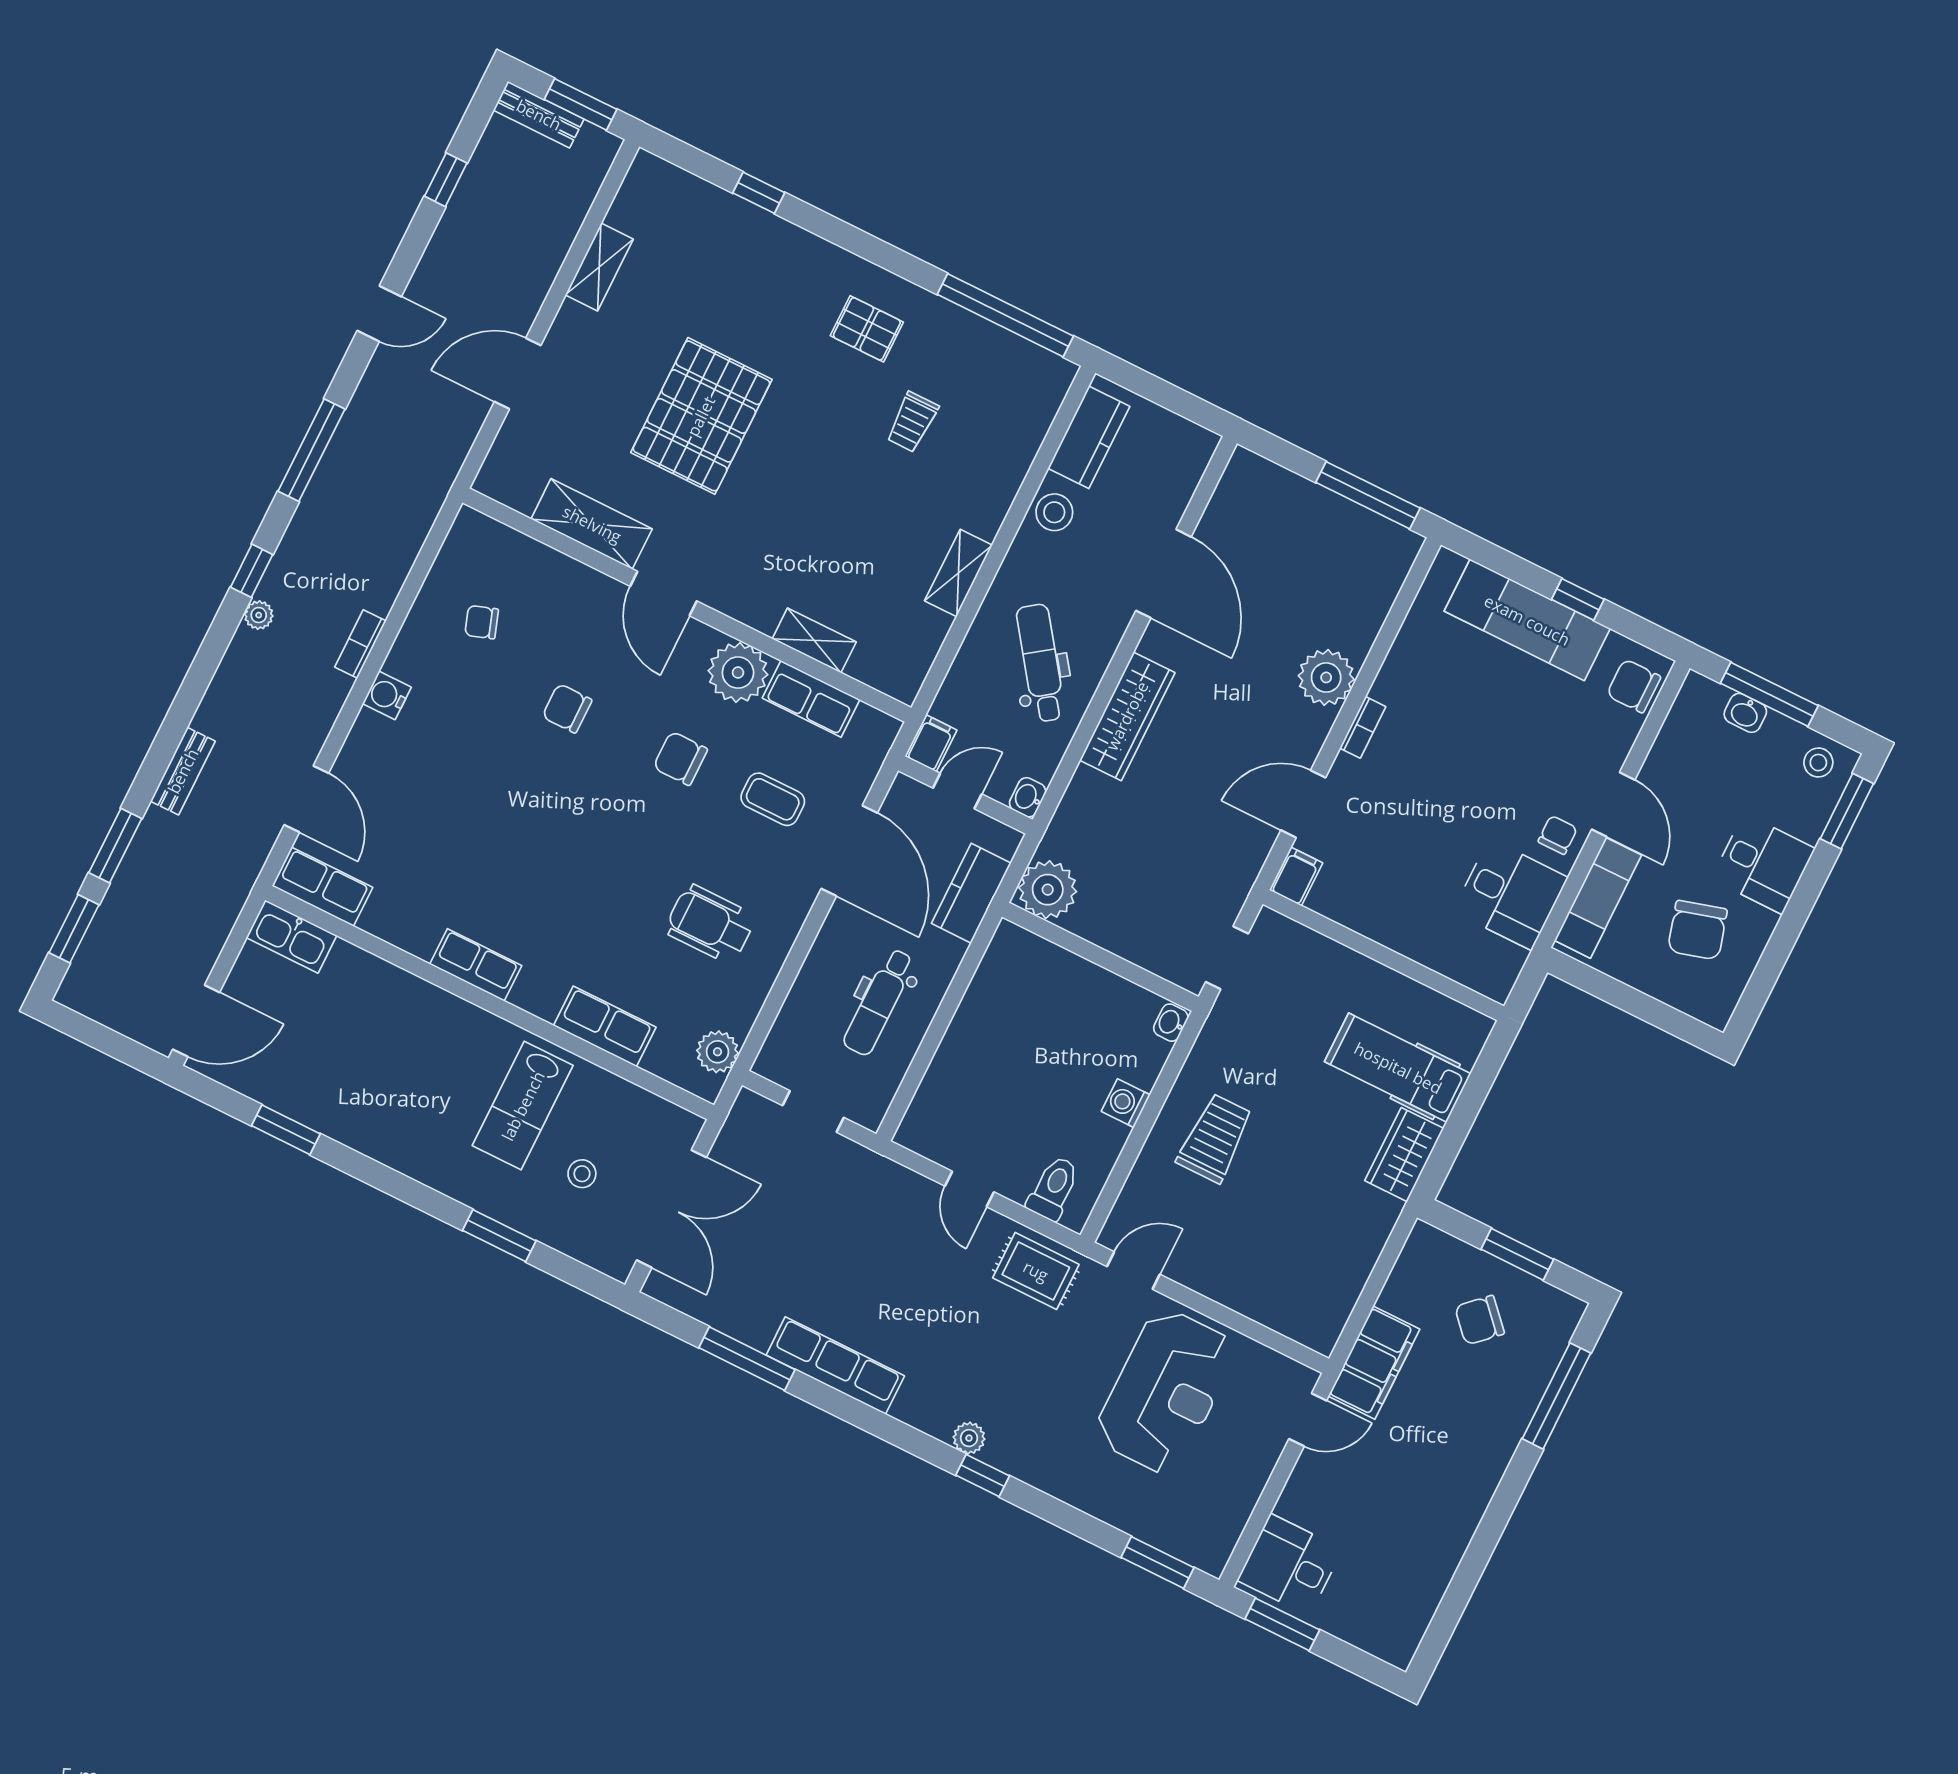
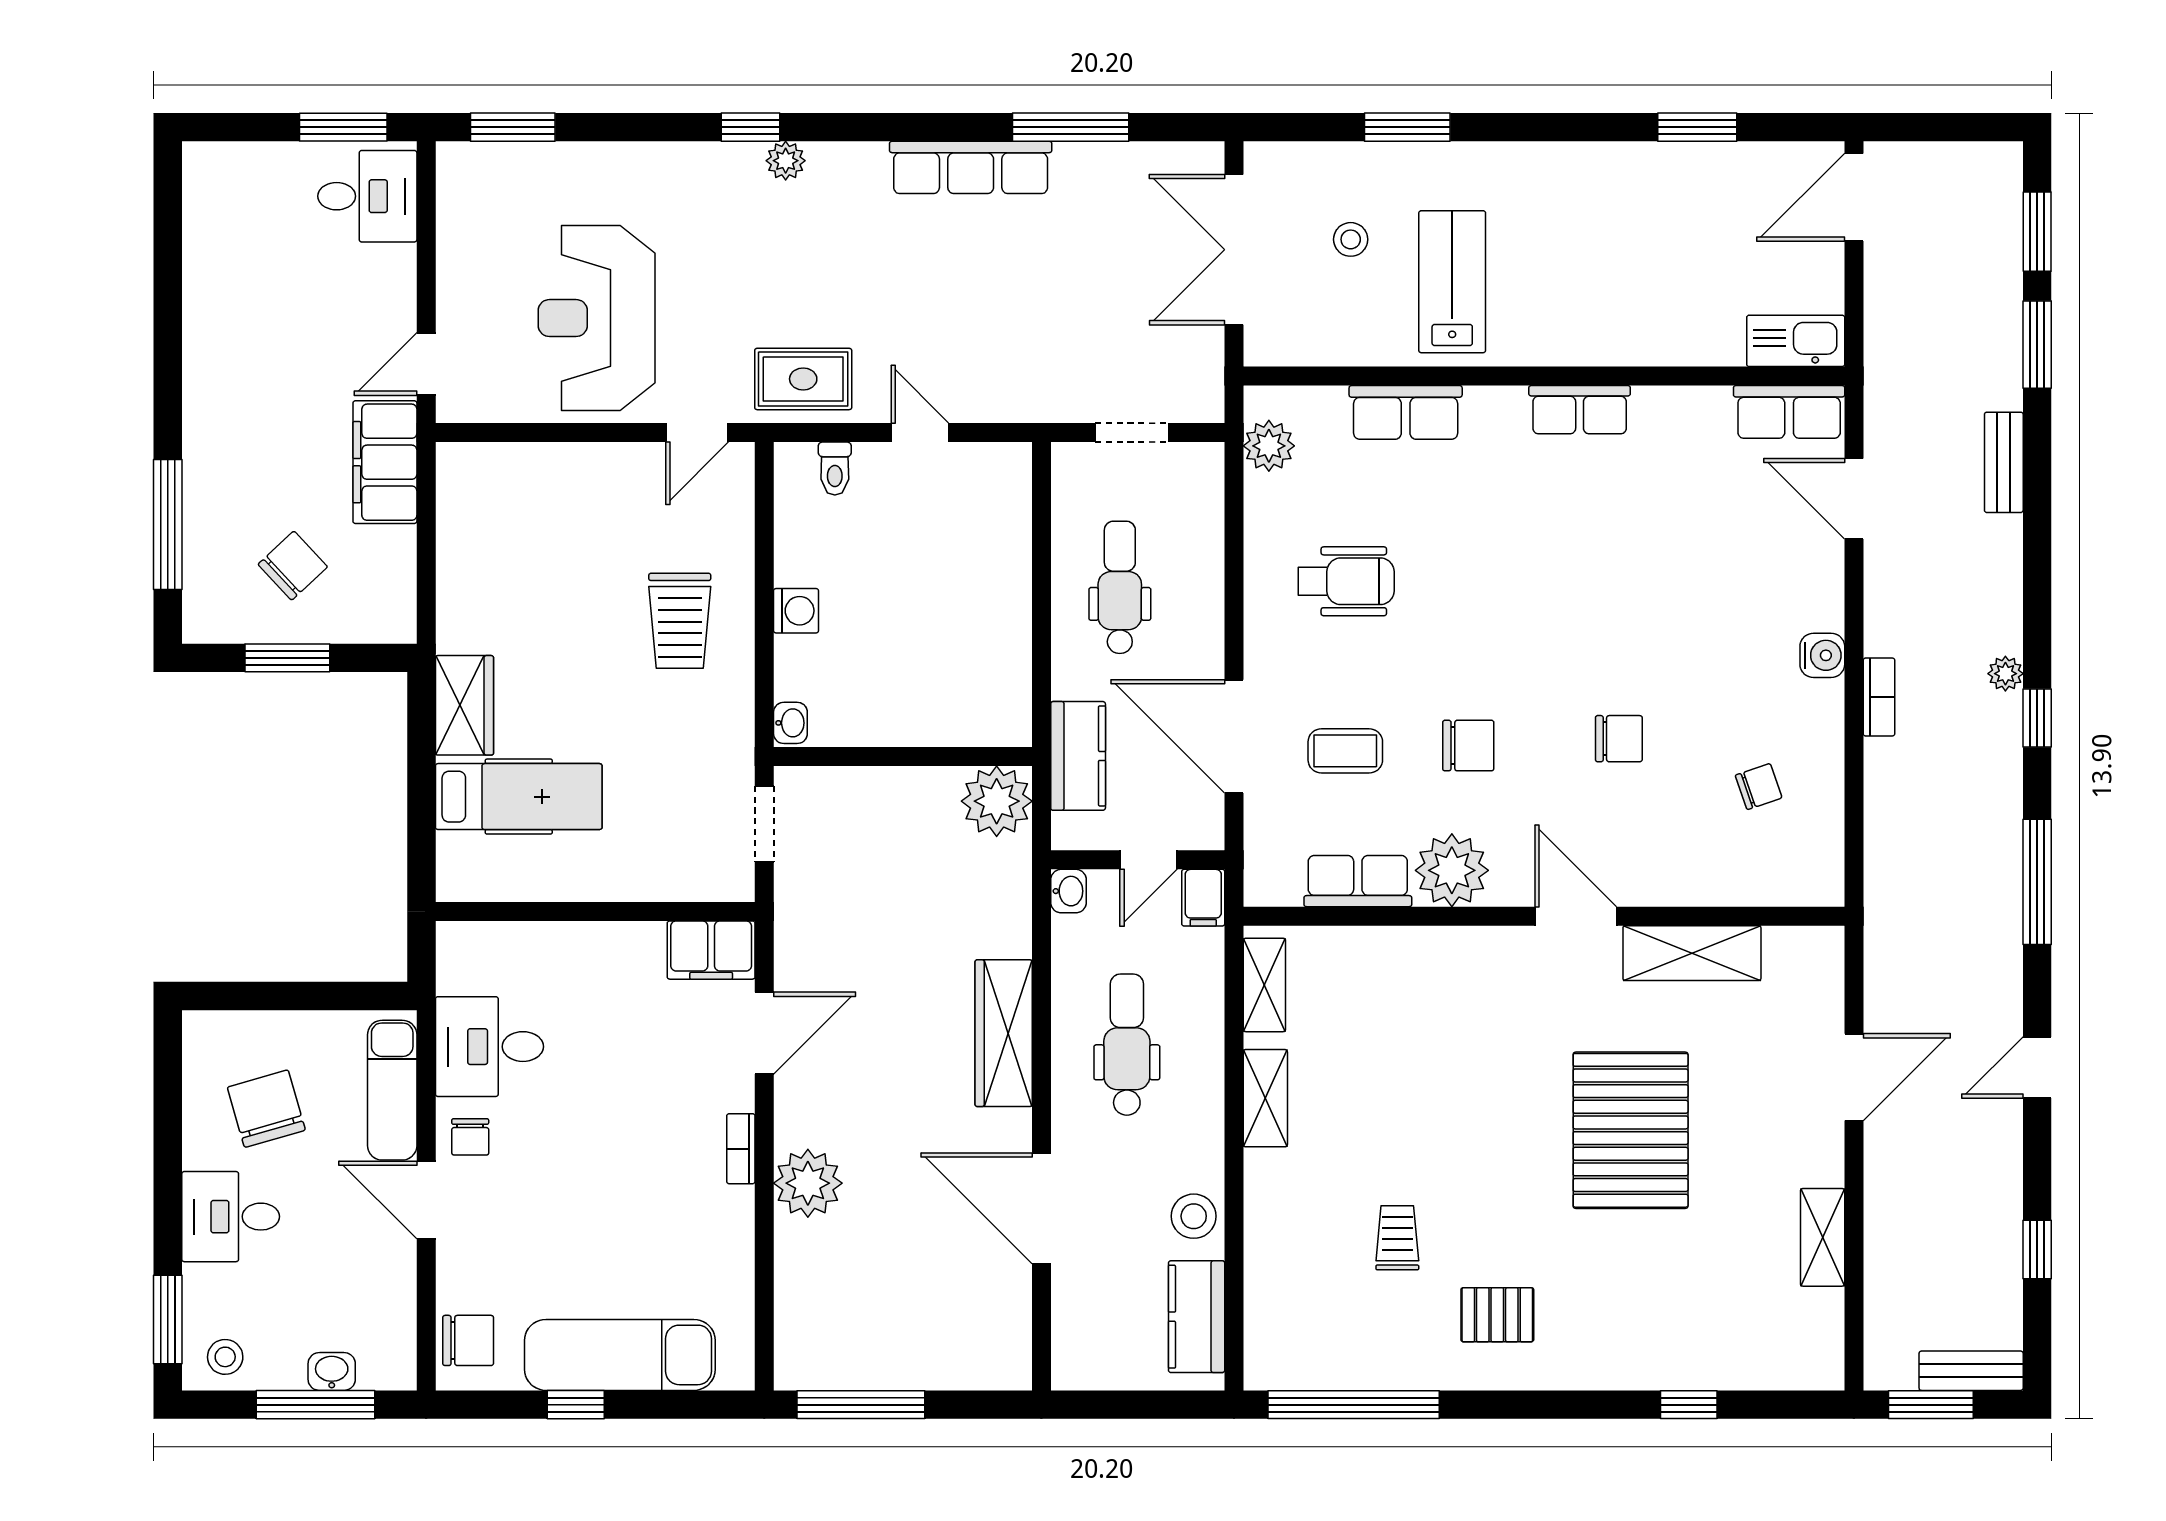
shelving: (814, 640) -> (1264, 985), moved, turned 90
dental chair: (1041, 663) -> (1127, 1045), turned -144
filing cabinet: (1296, 876) -> (711, 950), width x2.00
toilet: (1054, 1188) -> (835, 469), width x0.73, depth x0.72

